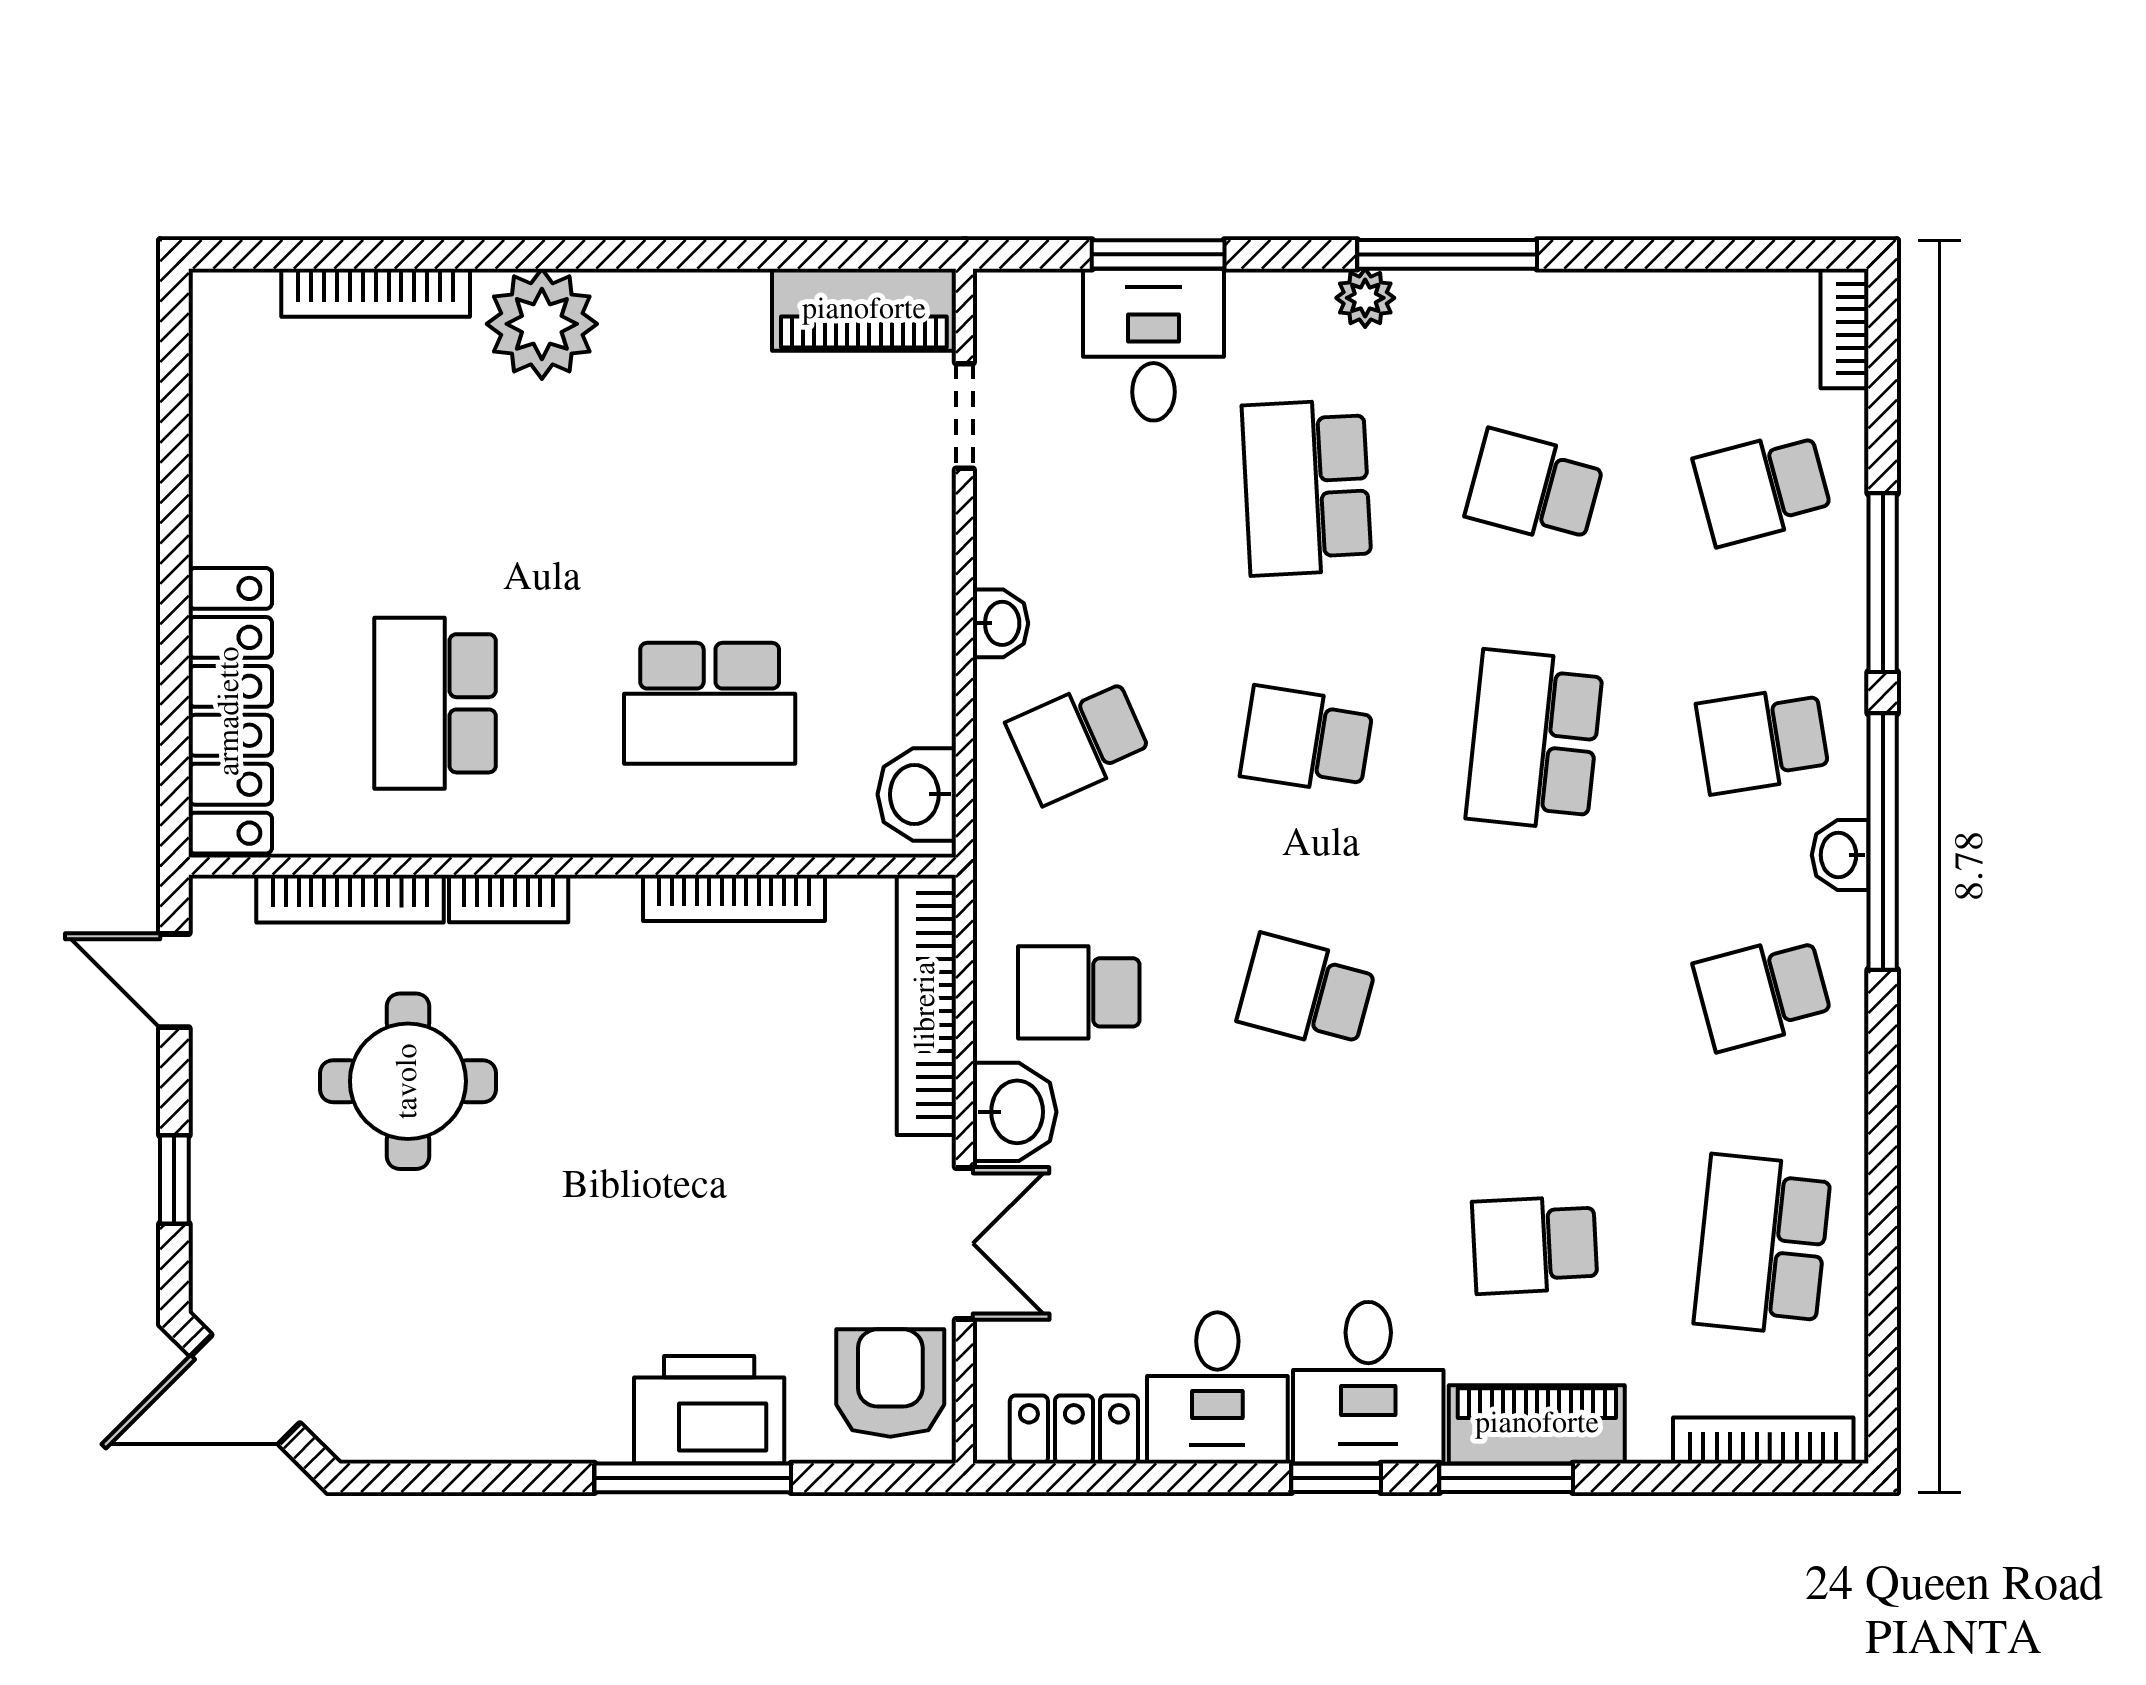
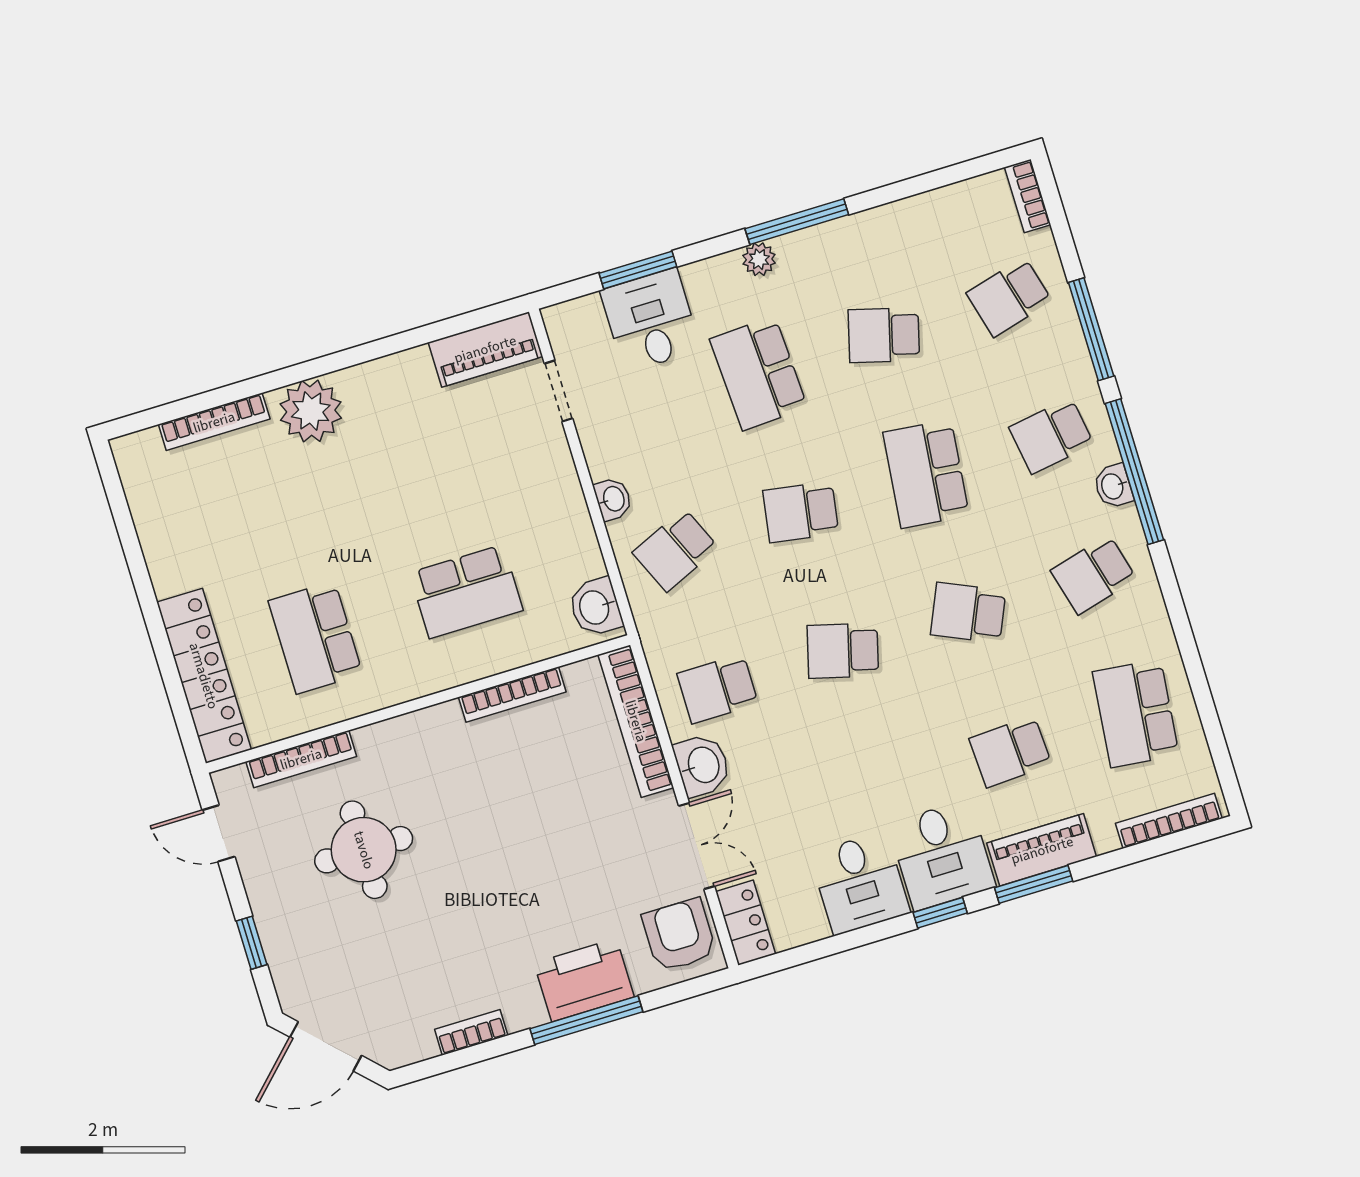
bookcase: (509, 899) -> (471, 1032), moved, turned 180
school desk: (1535, 992) -> (968, 613), added
locker: (1074, 1429) -> (746, 923), moved, turned 90

